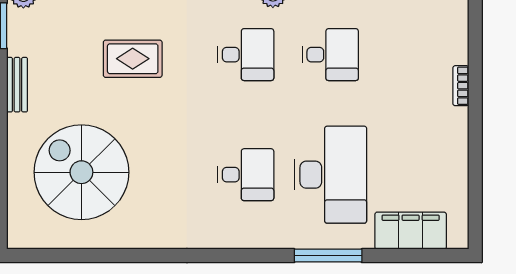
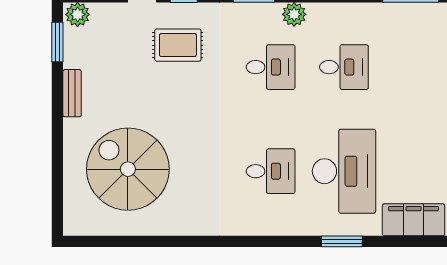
rug: (133, 59) -> (178, 45), moved
window: (328, 256) -> (342, 241), width x0.69

